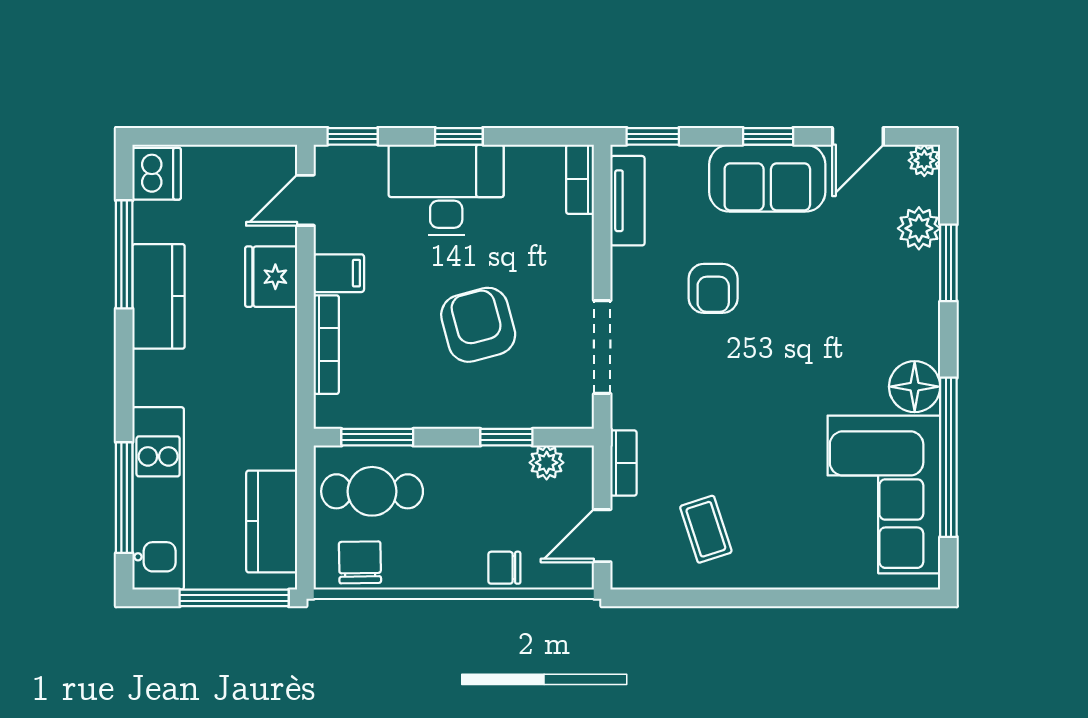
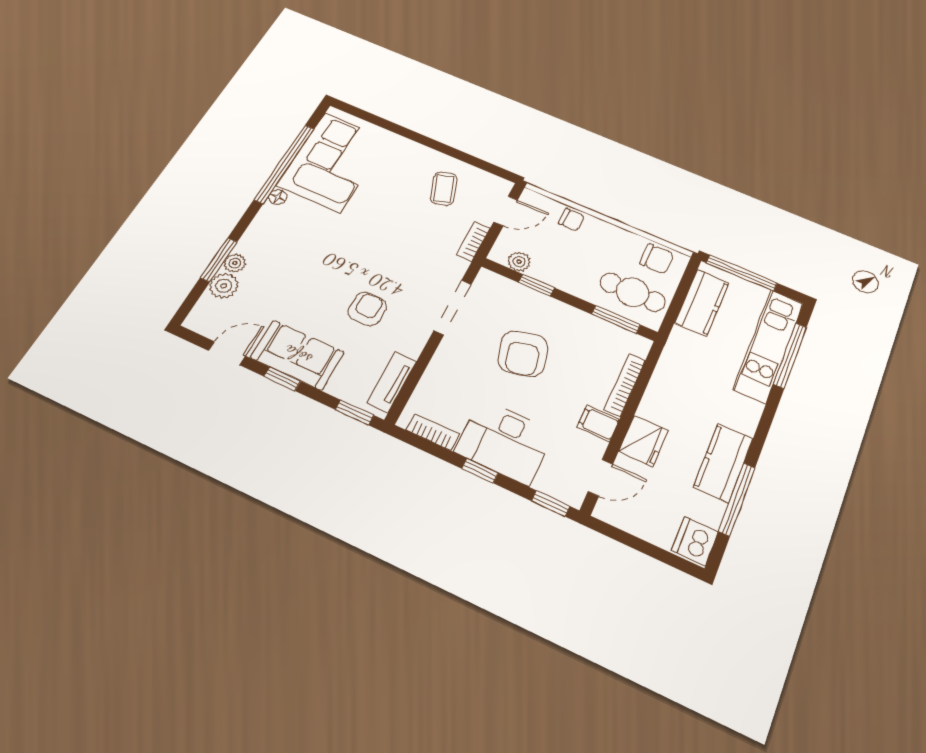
plant: (924, 160) -> (235, 263), moved
bookcase: (580, 179) -> (433, 432), moved, turned -90
floor lamp: (915, 387) -> (278, 197), width x0.53, depth x0.53
chair: (360, 562) -> (657, 259), turned -89

